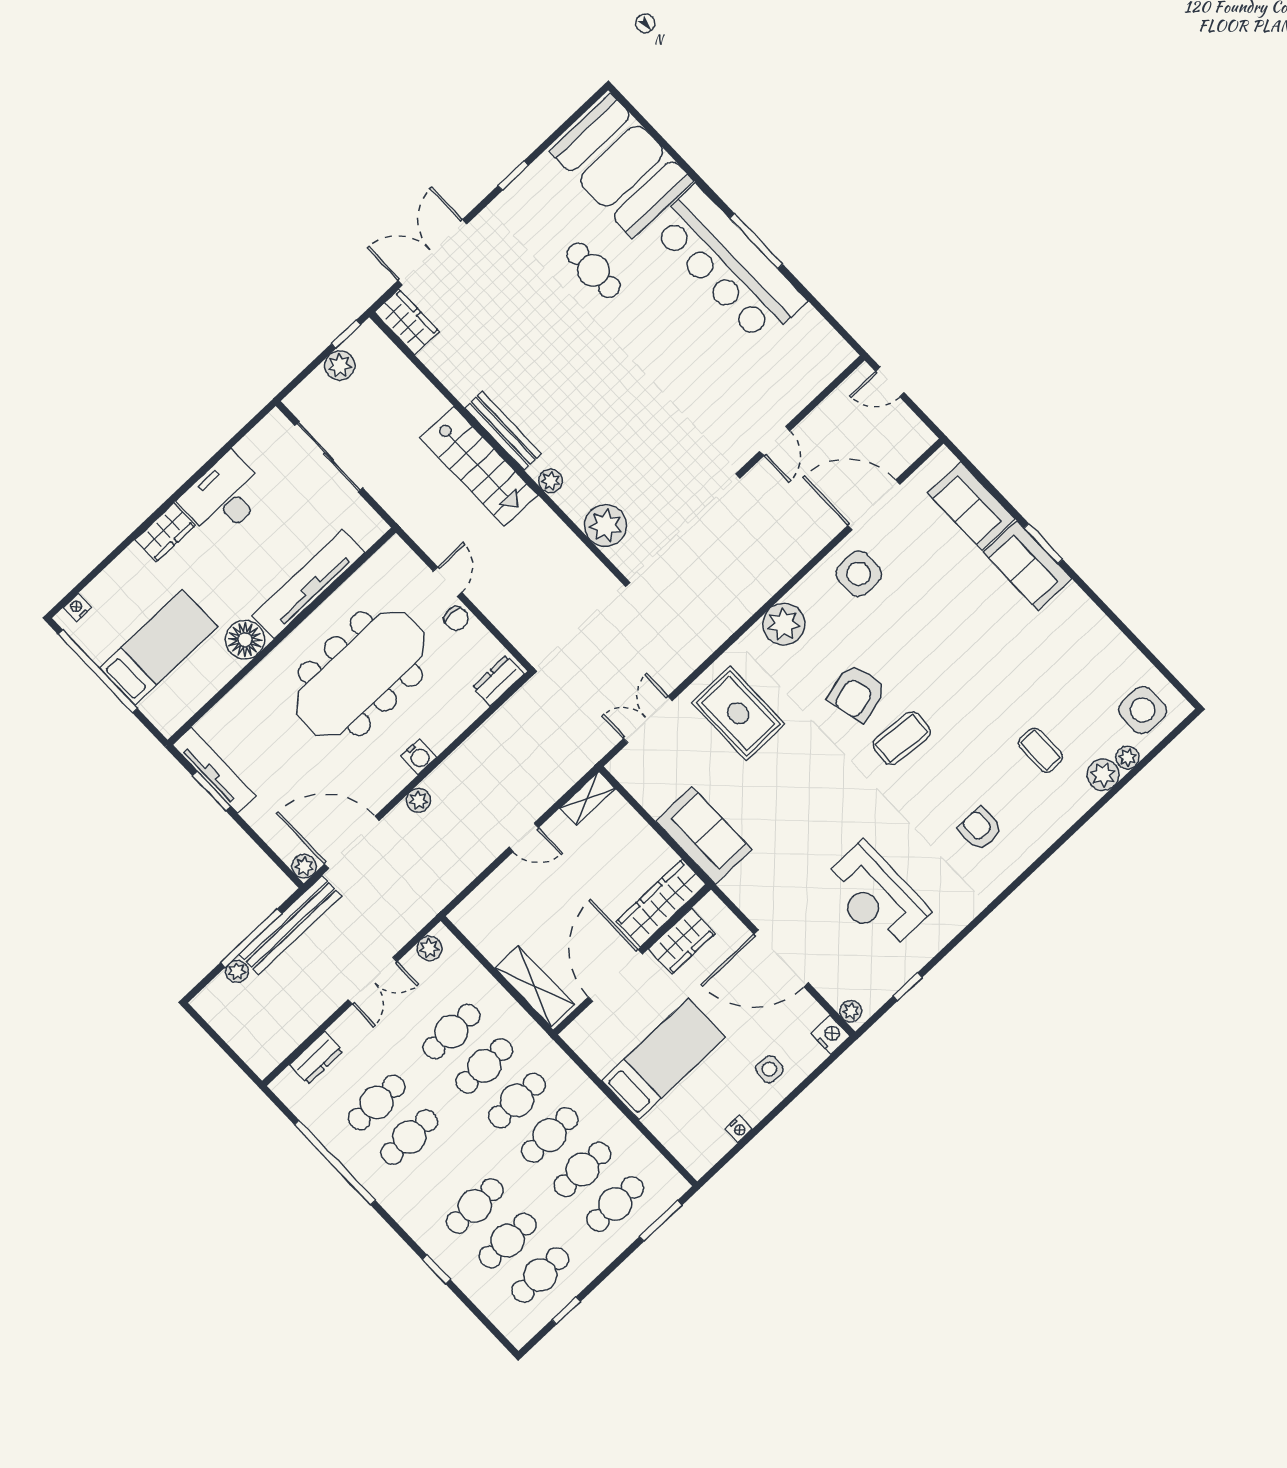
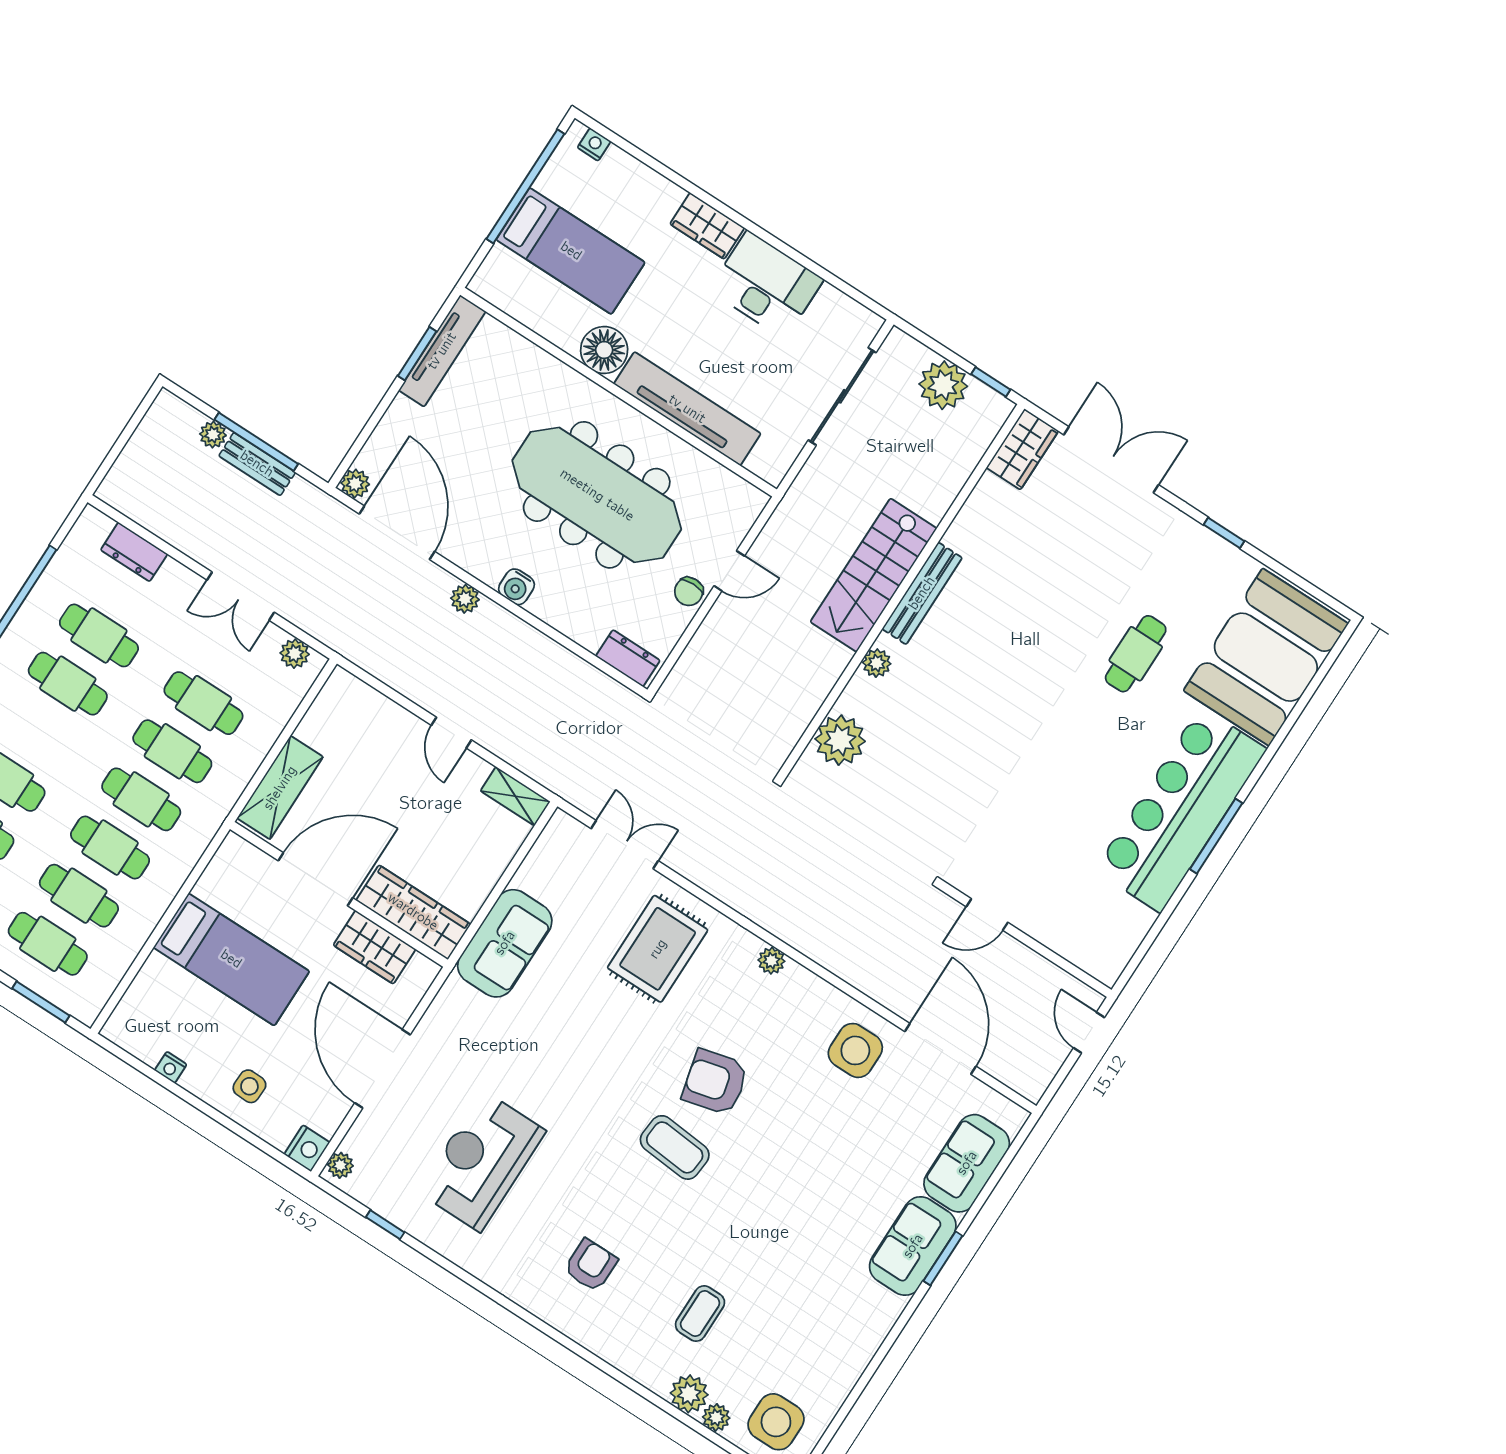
plant: (340, 365) -> (943, 385), width x1.36, depth x1.36
plant: (784, 624) -> (771, 961), width x0.53, depth x0.53
bench: (290, 925) -> (257, 464), width x0.54, depth x0.82

